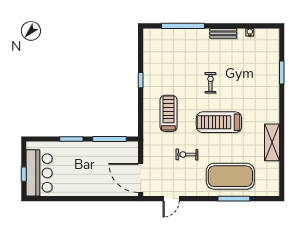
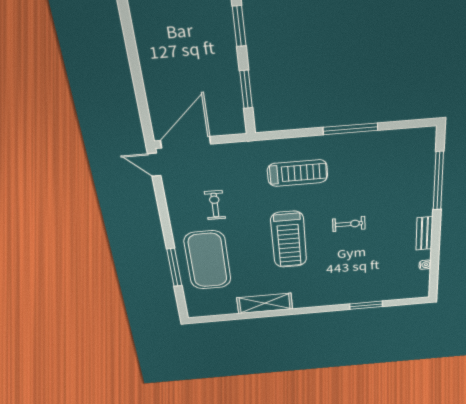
window: (141, 80) -> (350, 129), width x2.17
treadmill: (219, 122) -> (289, 240), turned 180
window: (109, 139) -> (246, 89), width x0.69
exercise bike: (187, 155) -> (215, 205), moved
door: (171, 199) -> (154, 165), moved

